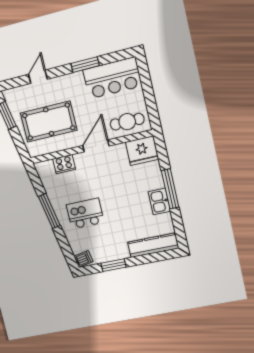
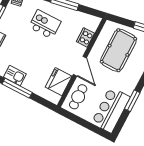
fridge: (142, 151) -> (59, 82), moved
kitchen island: (85, 213) -> (45, 24), turned -90

